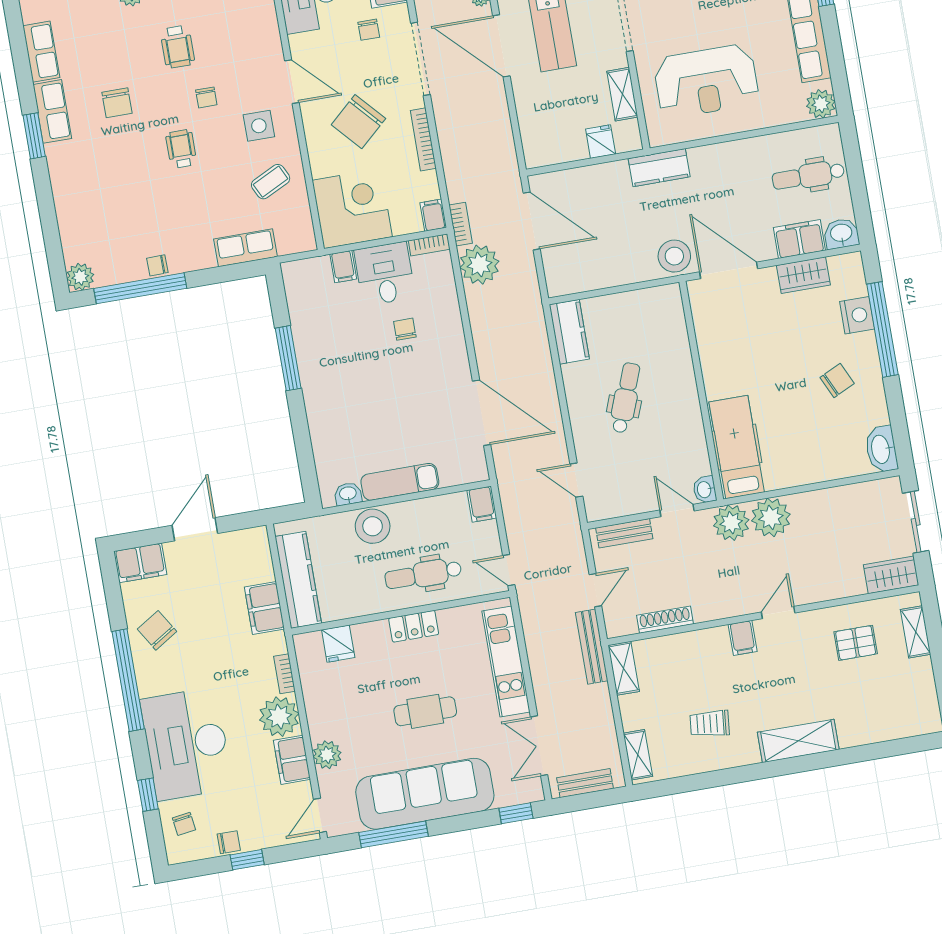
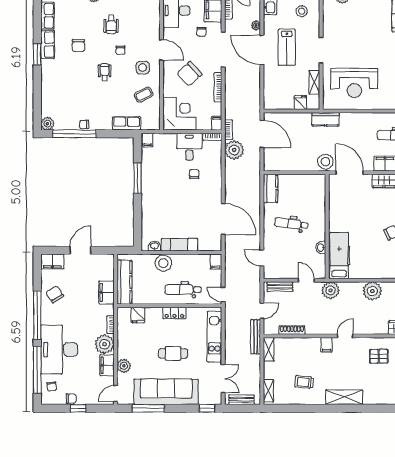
filing cabinet: (343, 267) -> (148, 140), moved
dental chair: (626, 398) -> (291, 224), turned -104
washbasin: (705, 490) -> (321, 248), moved
plant: (771, 517) -> (372, 291), moved
double door: (539, 746) -> (223, 379), swing flipped
window: (148, 795) -> (37, 370), width x3.17

